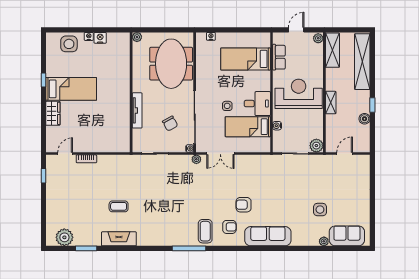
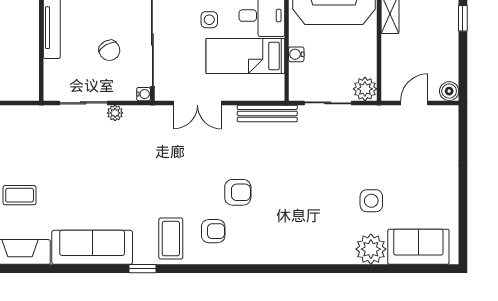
boiler: (365, 119) -> (449, 91), moved
plant: (196, 159) -> (115, 113), moved
bench: (260, 160) -> (267, 113), added
armchair: (244, 205) -> (238, 192), turned 180
sofa: (268, 236) -> (92, 247), moved
plant: (324, 241) -> (371, 249), width x1.88, depth x1.88
window: (189, 248) -> (143, 269), width x0.46

